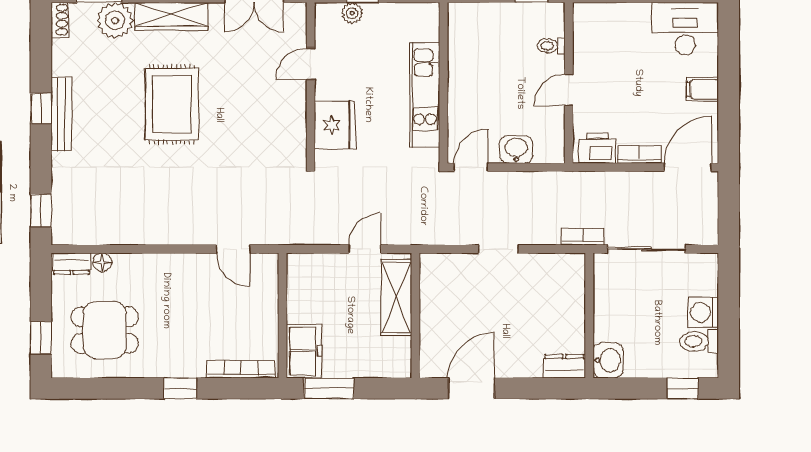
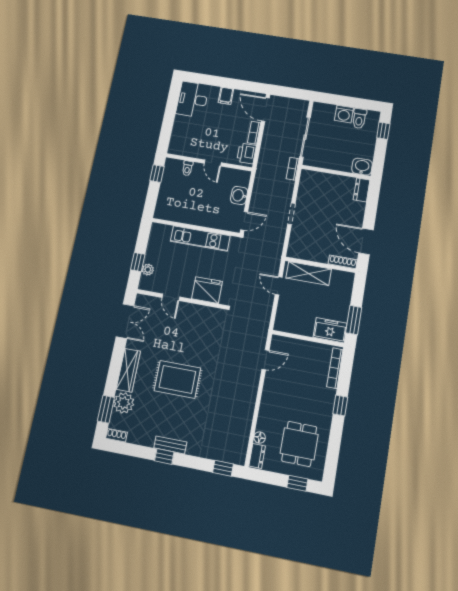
bench: (61, 114) -> (170, 445), width x0.73
door: (471, 167) -> (244, 221), swing flipped
shoe rack: (428, 353) -> (343, 262), added

